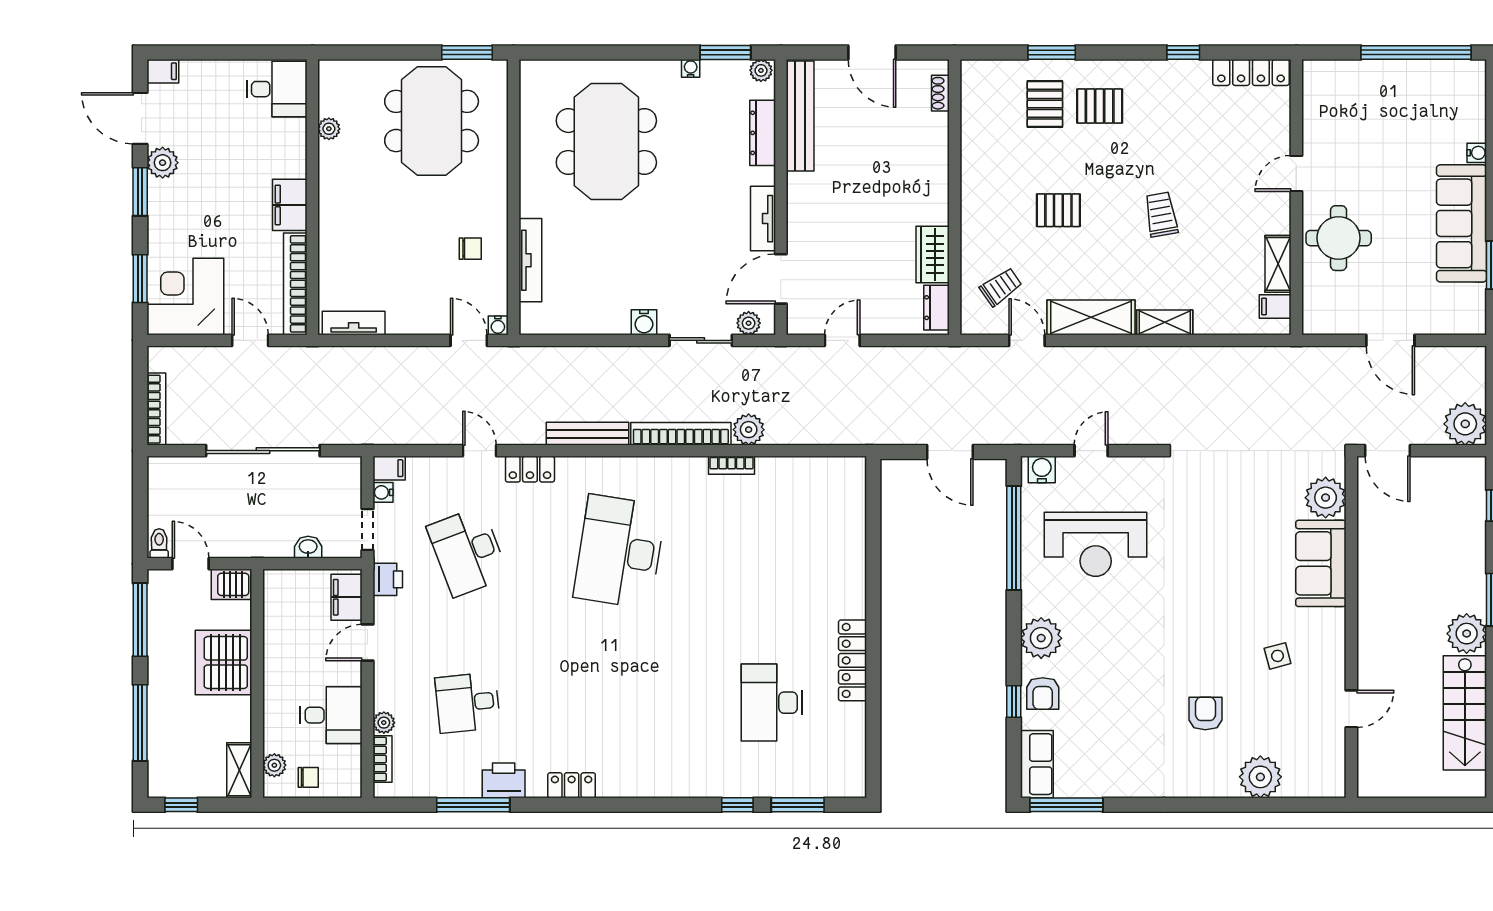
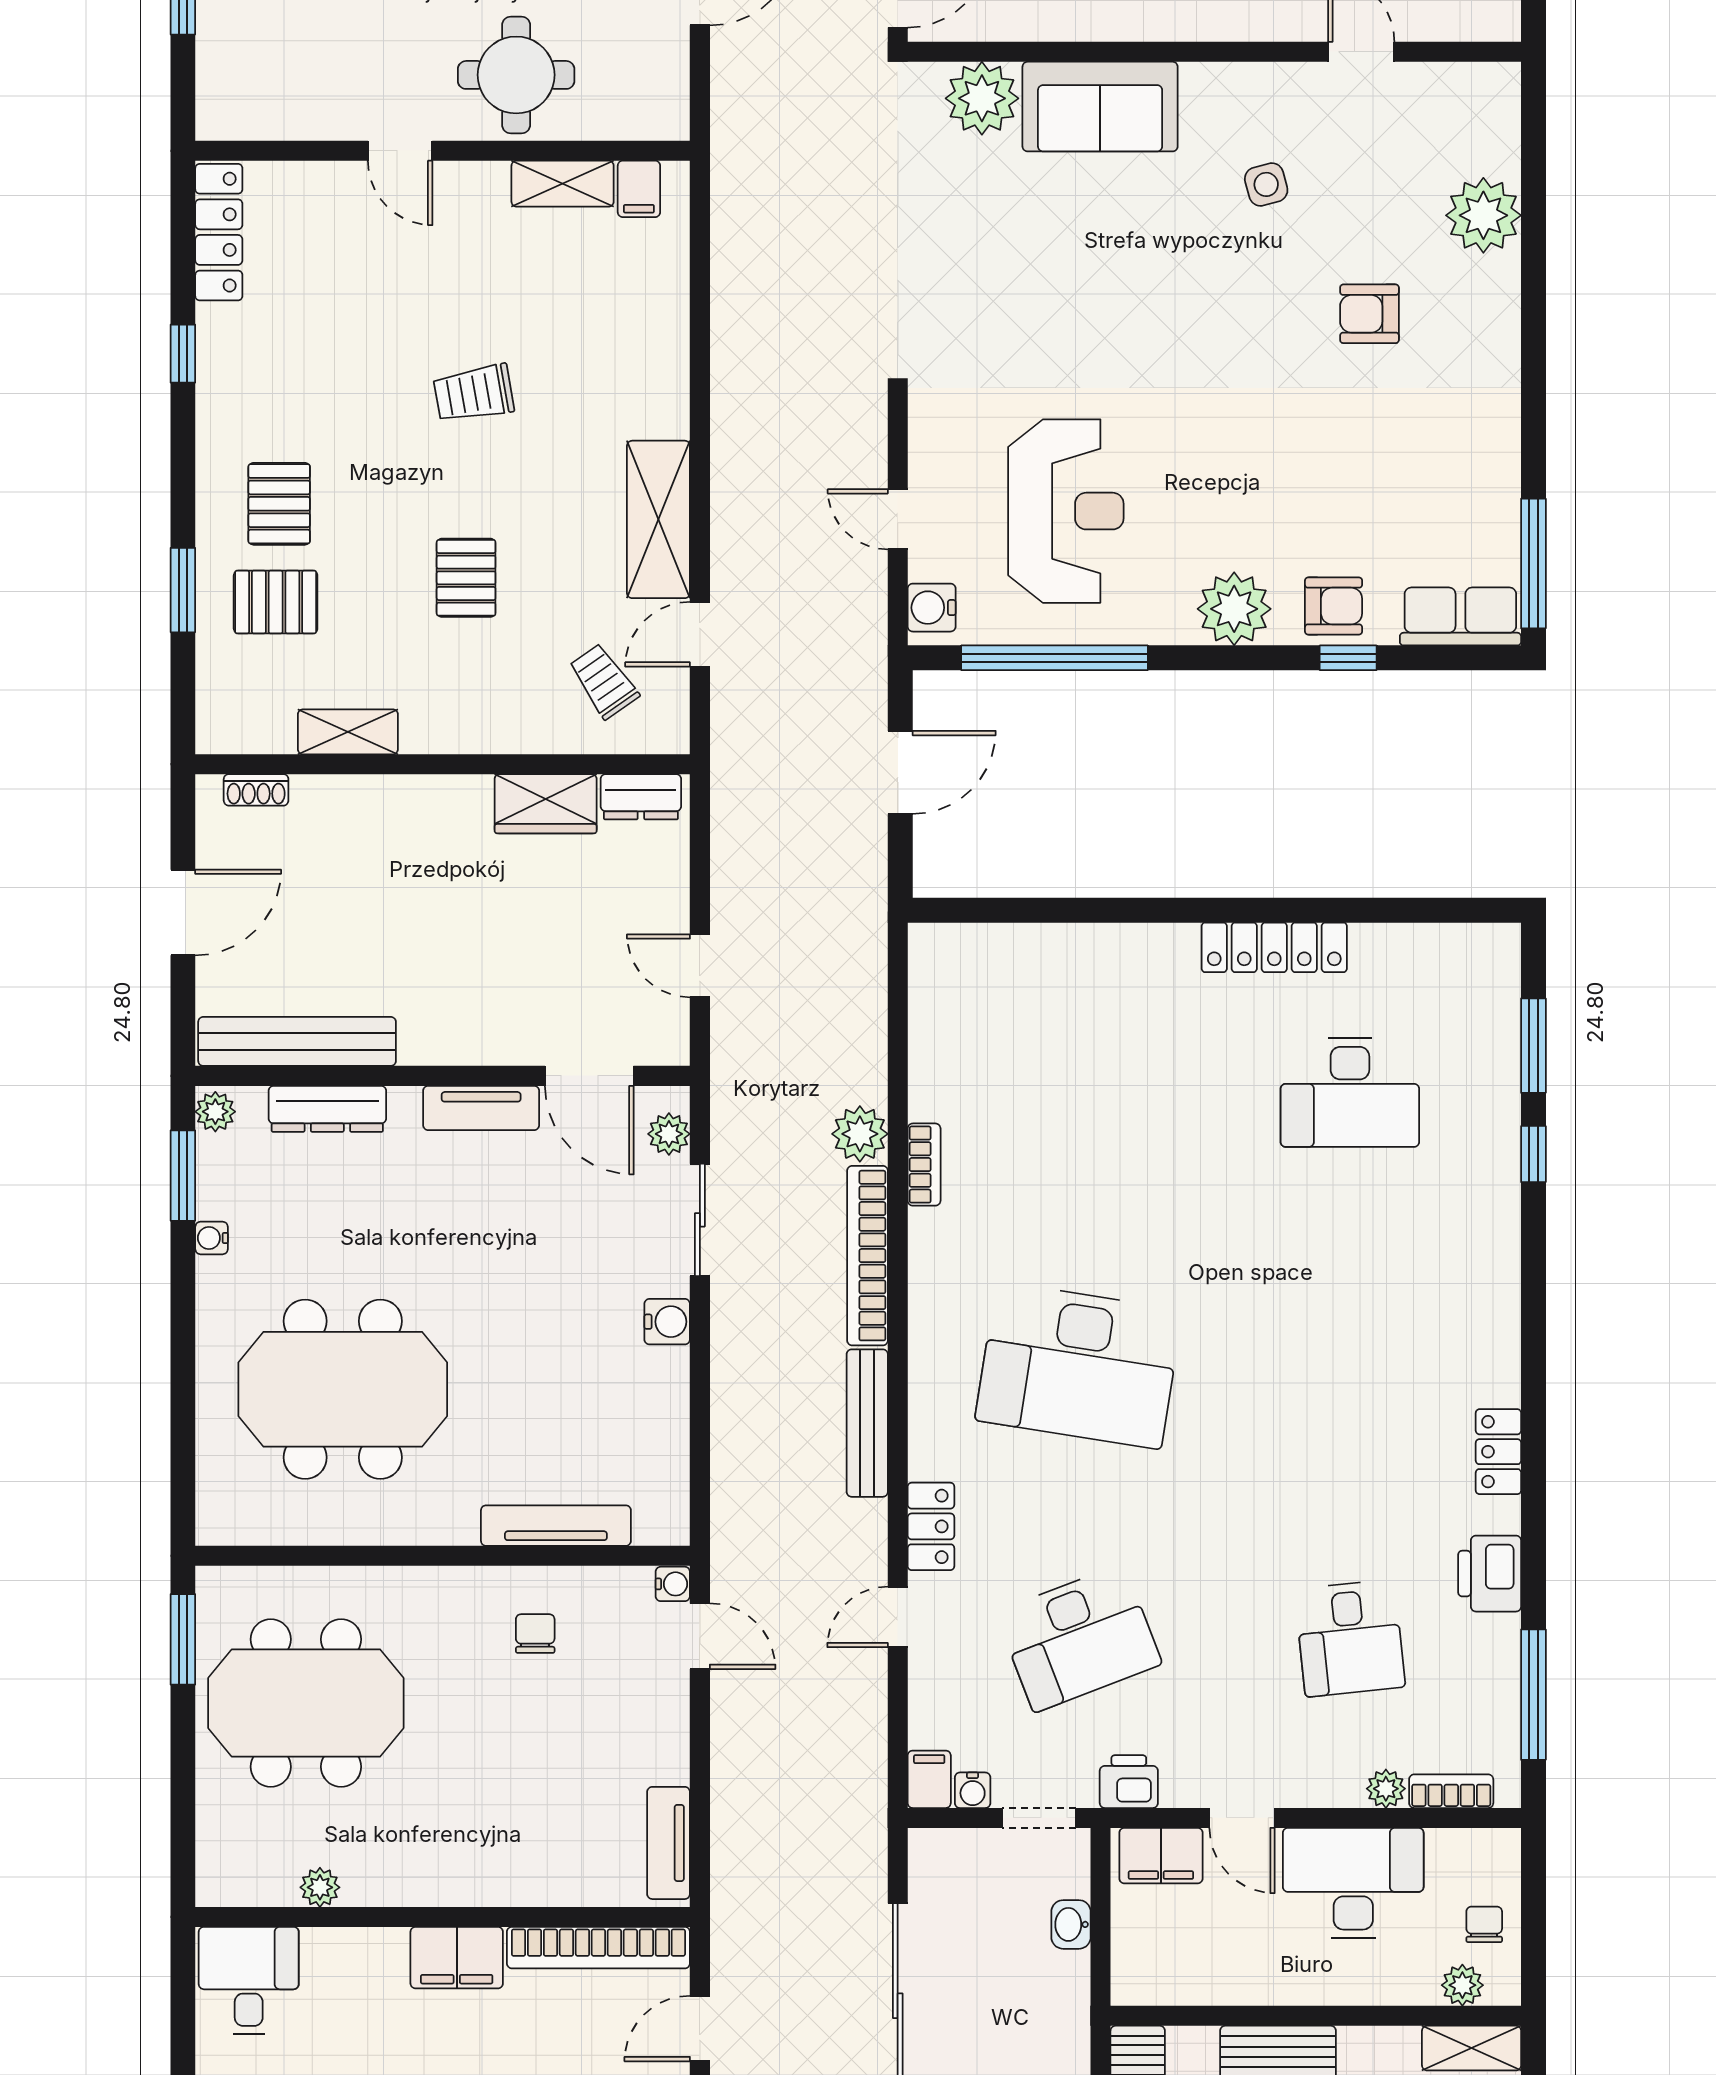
shelving: (1165, 322) -> (348, 732), moved, turned 90
door: (469, 340) -> (700, 1636), swing flipped
desk: (331, 715) -> (1353, 1883), width x1.37
window: (473, 805) -> (1533, 1695), moved

